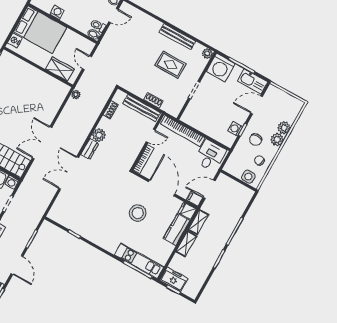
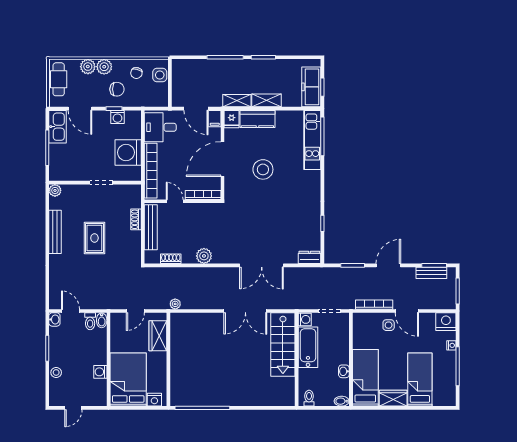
rug: (171, 65) -> (94, 238), moved
washing machine: (221, 68) -> (128, 152), moved, turned 180
cafe table: (287, 101) -> (59, 79), added
dresser: (90, 149) -> (309, 257), moved
freezer: (174, 279) -> (311, 87), width x1.40

